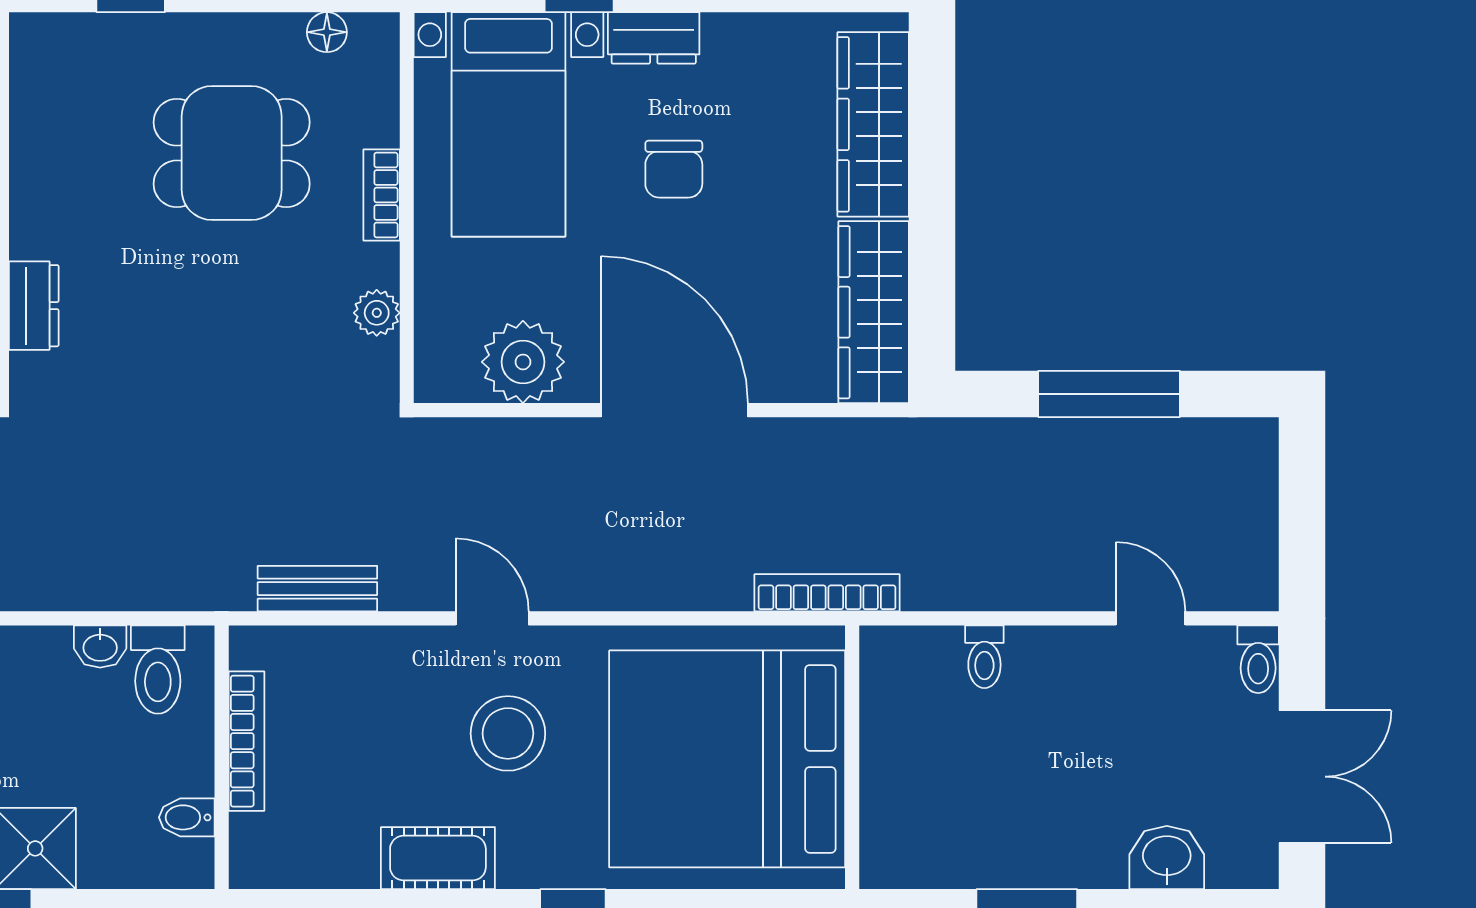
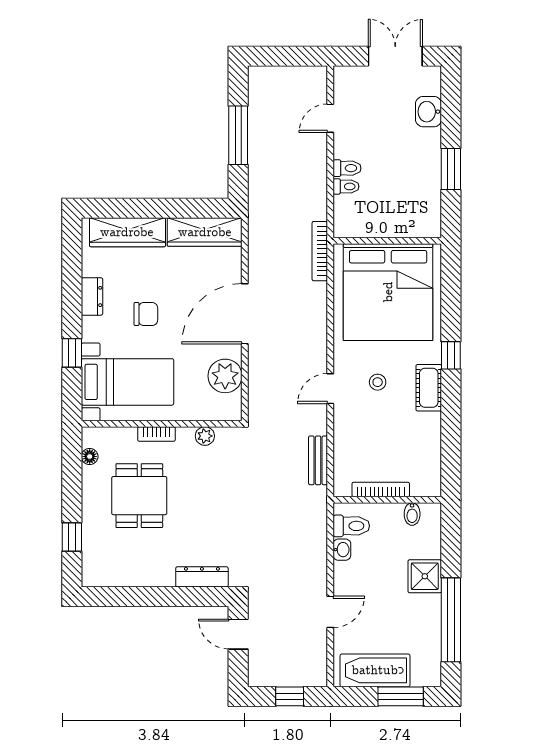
dresser: (654, 38) -> (92, 296), moved
dresser: (34, 306) -> (202, 577), width x1.44
toilet: (1258, 659) -> (347, 168), moved
stool: (508, 733) -> (378, 382), width x0.53, depth x0.53
cot: (438, 858) -> (429, 388), moved

